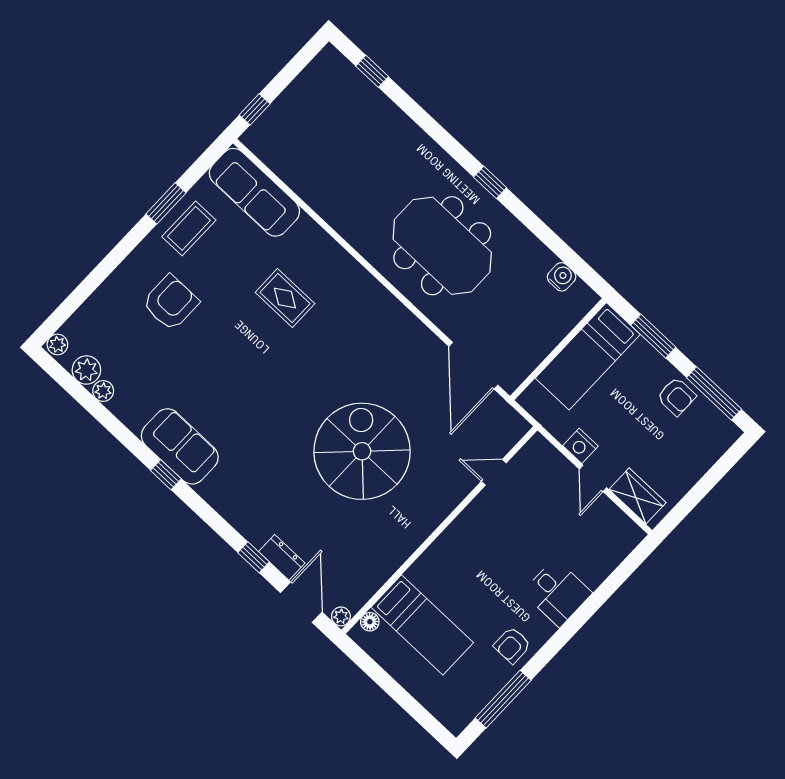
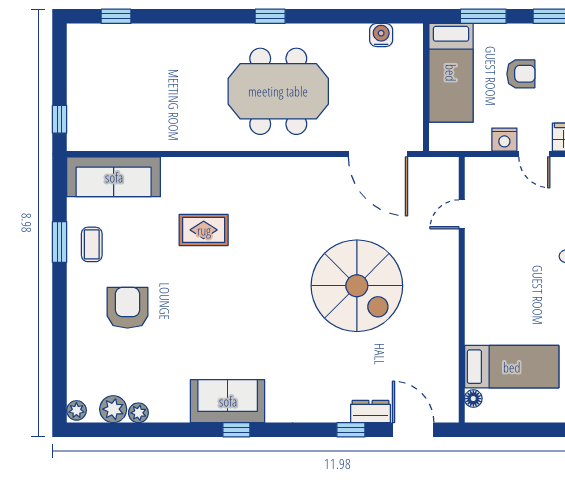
coffee table: (189, 228) -> (92, 244), width x0.73, depth x0.77
armchair: (676, 397) -> (521, 74), moved
spiral stairs: (362, 451) -> (357, 286), turned 180
plant: (341, 616) -> (450, 414), removed

